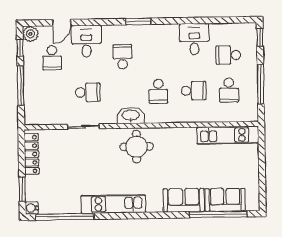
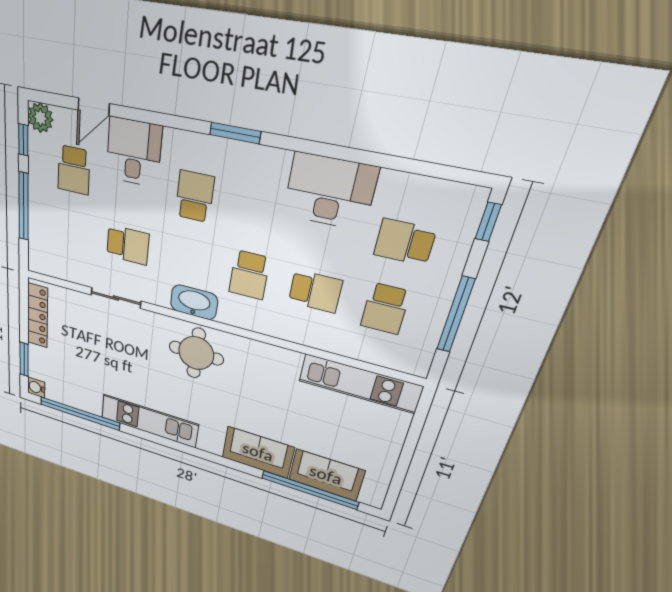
desk: (194, 39) -> (330, 191), width x1.37

